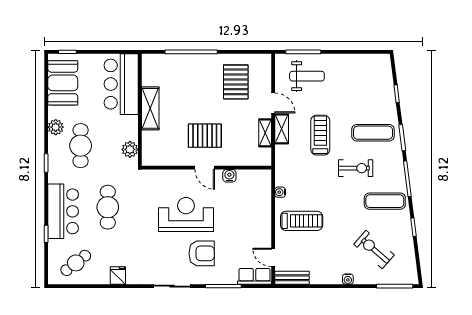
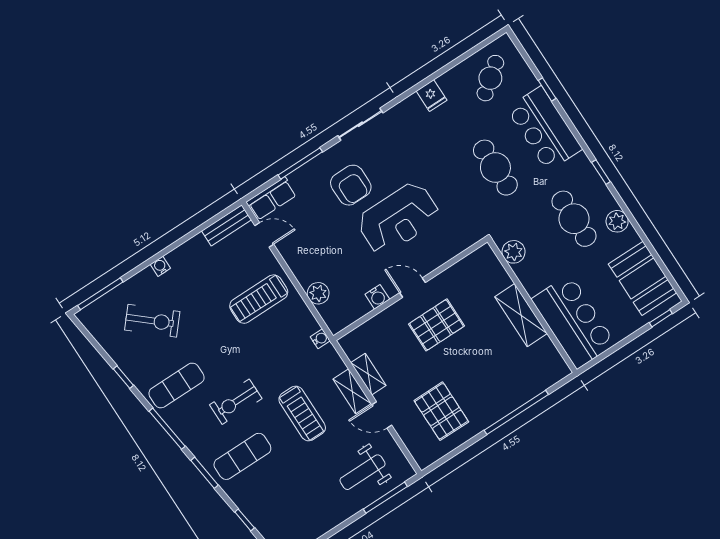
water cooler: (280, 192) -> (320, 339), moved
plant: (264, 201) -> (318, 293), added
armchair: (202, 253) -> (351, 185), turned -90

